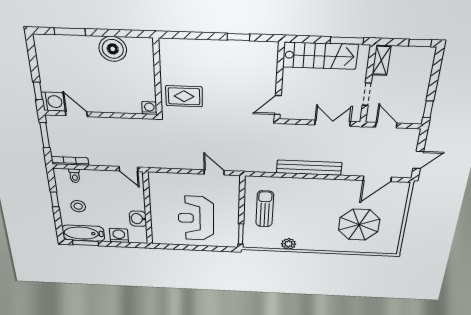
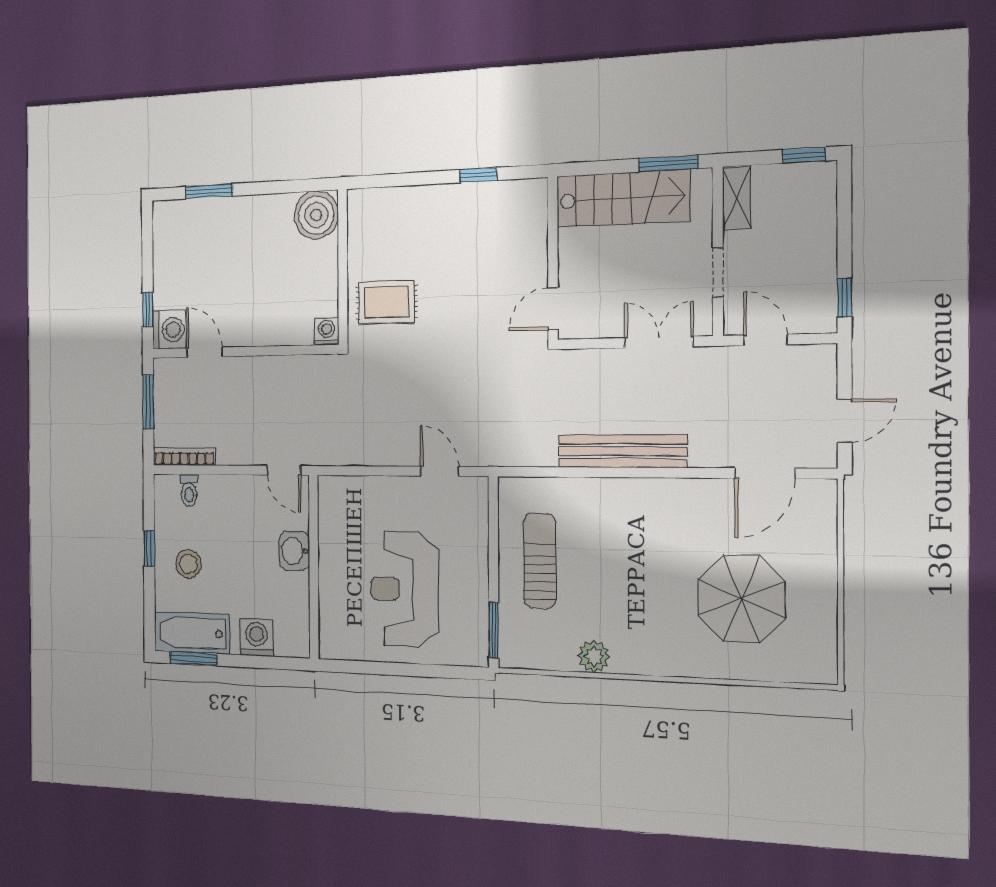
boiler: (113, 49) -> (316, 215), moved
washbasin: (138, 219) -> (294, 551), moved

